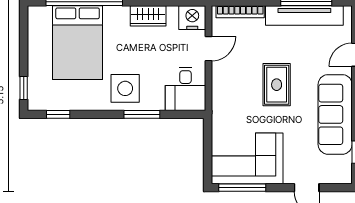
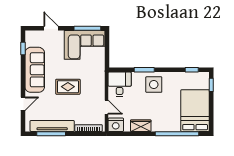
bed: (78, 43) -> (195, 111), moved
door: (209, 49) -> (107, 107), swing flipped
rug: (277, 85) -> (68, 87), turned 90

